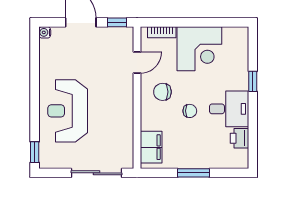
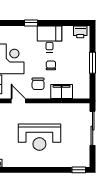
reception desk: (68, 111) -> (39, 137), moved
printer: (239, 138) -> (80, 32), moved
filing cabinet: (151, 147) -> (62, 91), moved

